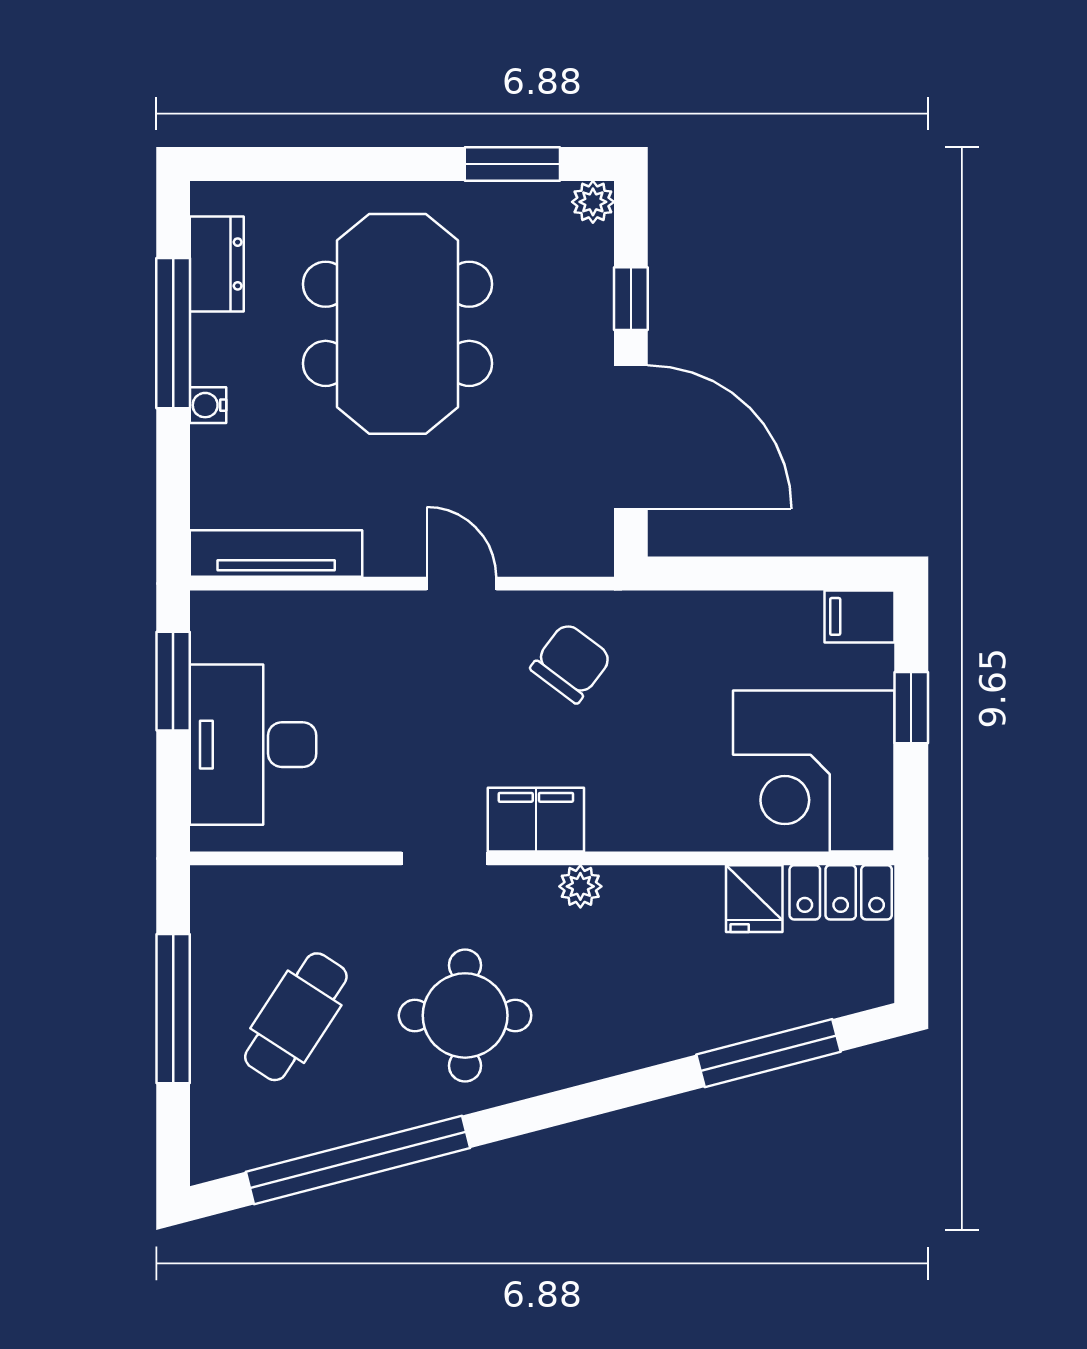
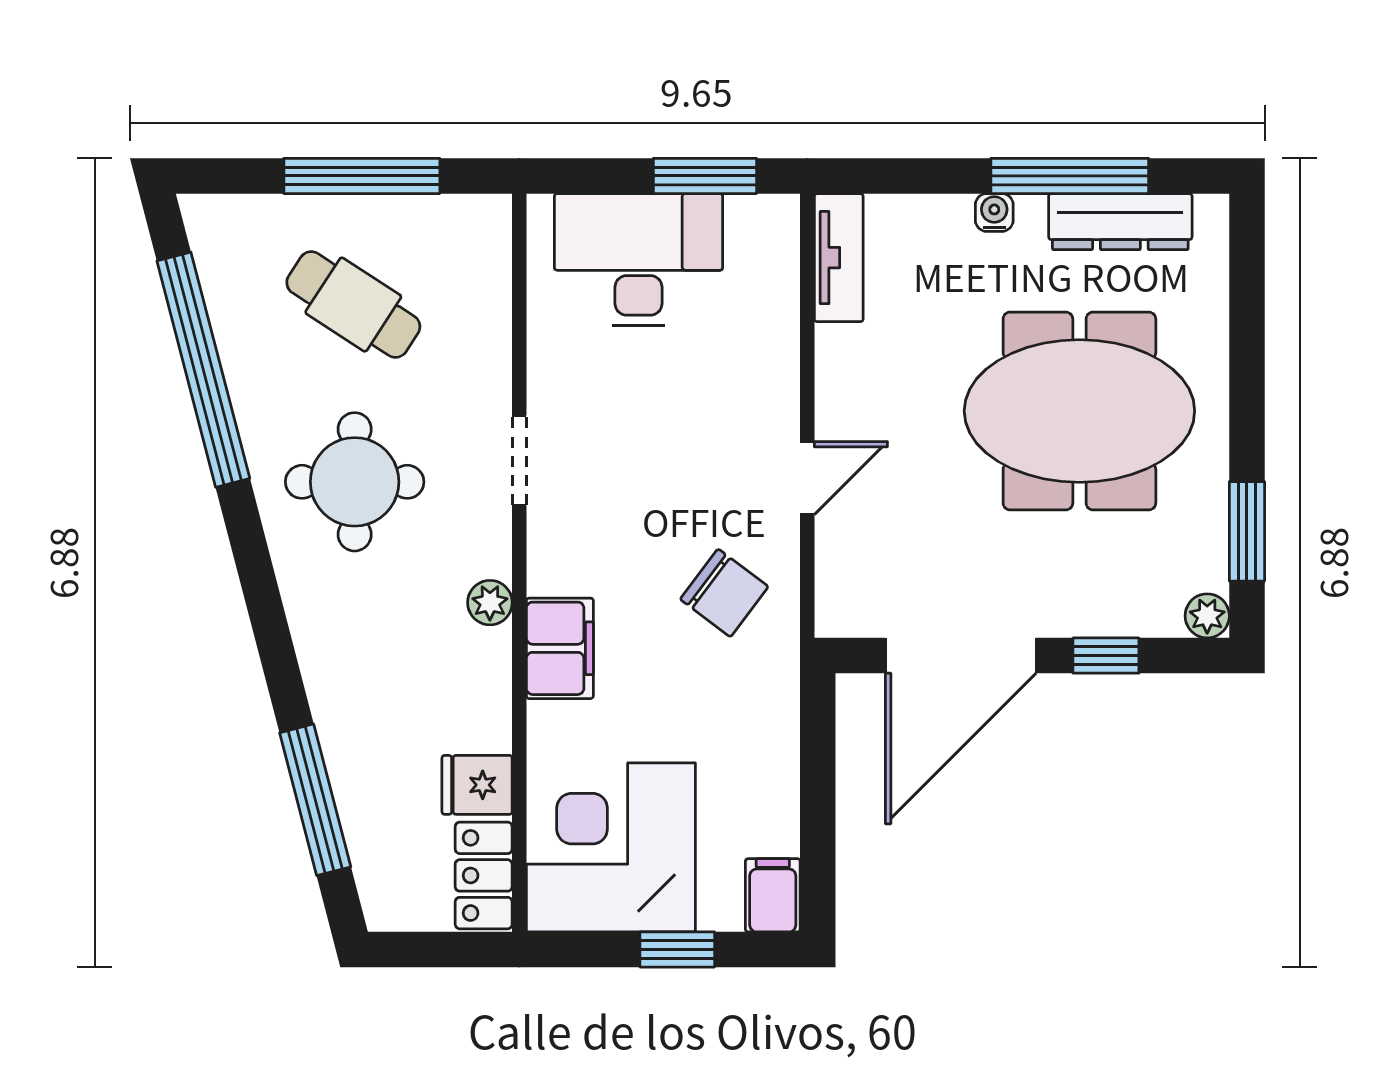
dresser: (217, 264) -> (1120, 222), width x1.44
tv unit: (276, 553) -> (839, 258), width x0.71
filing cabinet: (536, 820) -> (560, 648), moved

